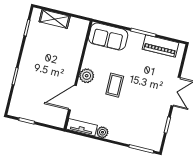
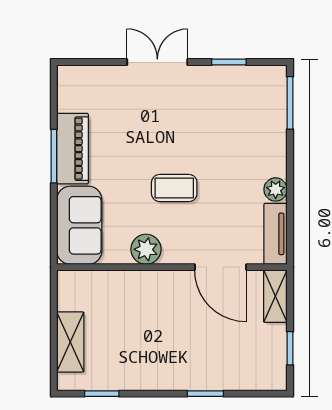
piano: (160, 46) -> (73, 149), moved
plant: (87, 76) -> (146, 249), moved
shelving: (53, 120) -> (275, 296), added

